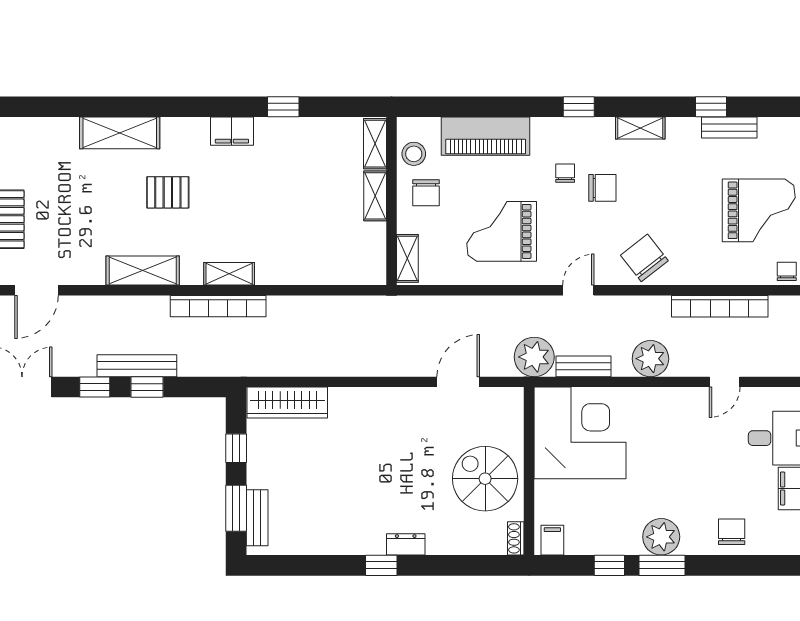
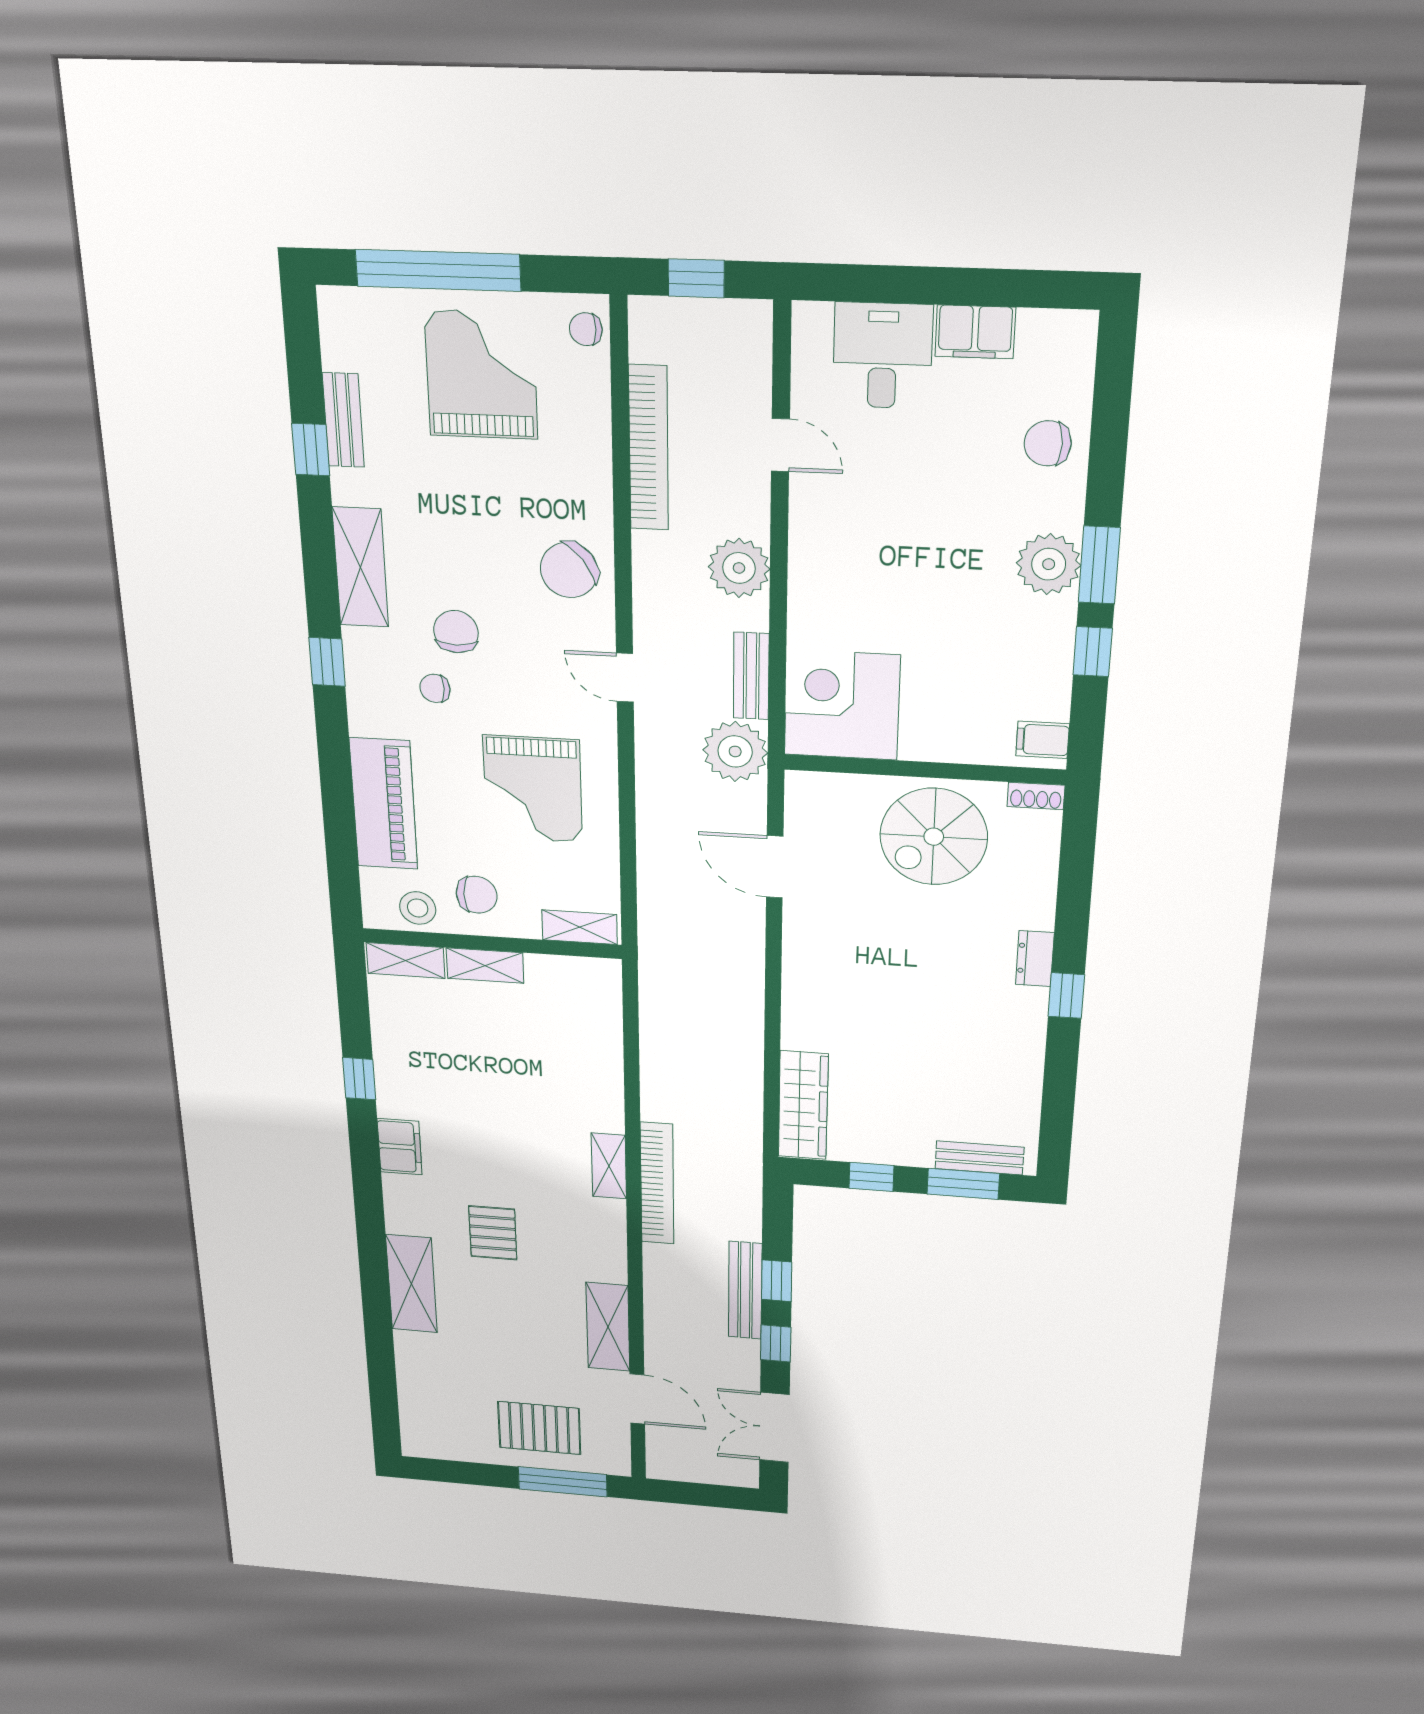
shelving: (640, 128) -> (360, 567), width x1.50, depth x1.33
shelving: (143, 270) -> (608, 1327), moved
corner desk: (580, 433) -> (842, 705), width x0.74, depth x0.74

